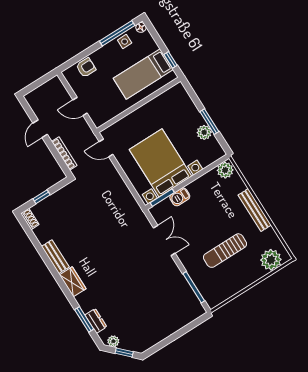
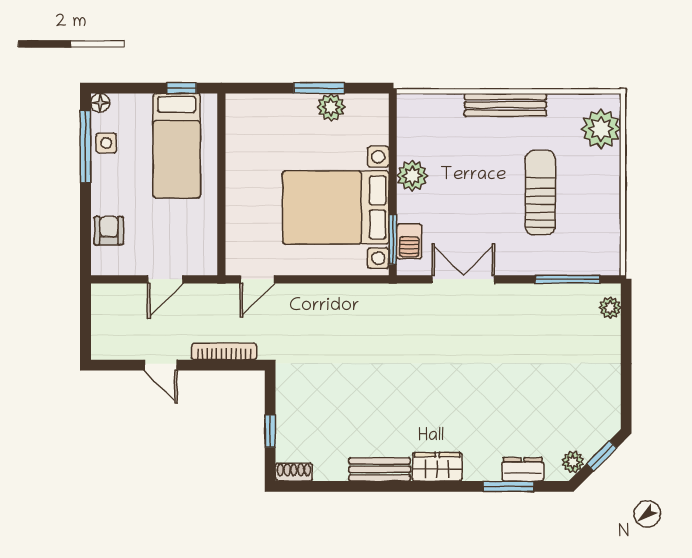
plant: (225, 170) -> (412, 176), moved
barbecue: (180, 197) -> (409, 241), moved
sun lounger: (225, 251) -> (540, 193), turned 180
plant: (193, 315) -> (610, 308), added

